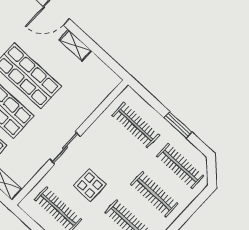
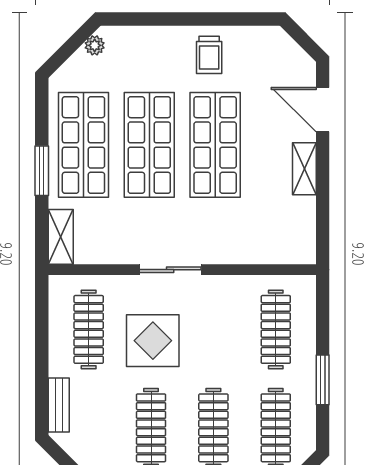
display table: (90, 185) -> (153, 341), width x1.36, depth x1.36

